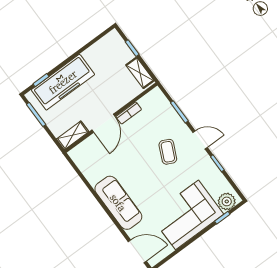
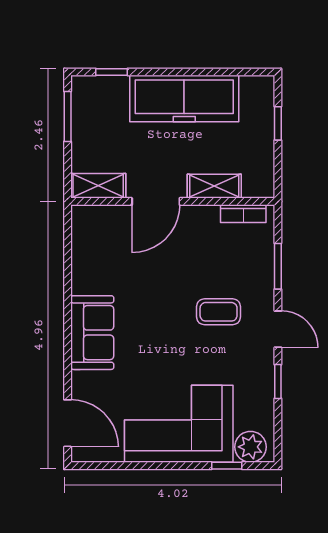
shelving: (140, 73) -> (214, 186), moved, turned 90
freezer: (63, 82) -> (184, 99), moved
bookcase: (129, 113) -> (243, 214), moved
coffee table: (168, 152) -> (219, 312), turned 65
sofa: (118, 203) -> (92, 333), width x0.73

